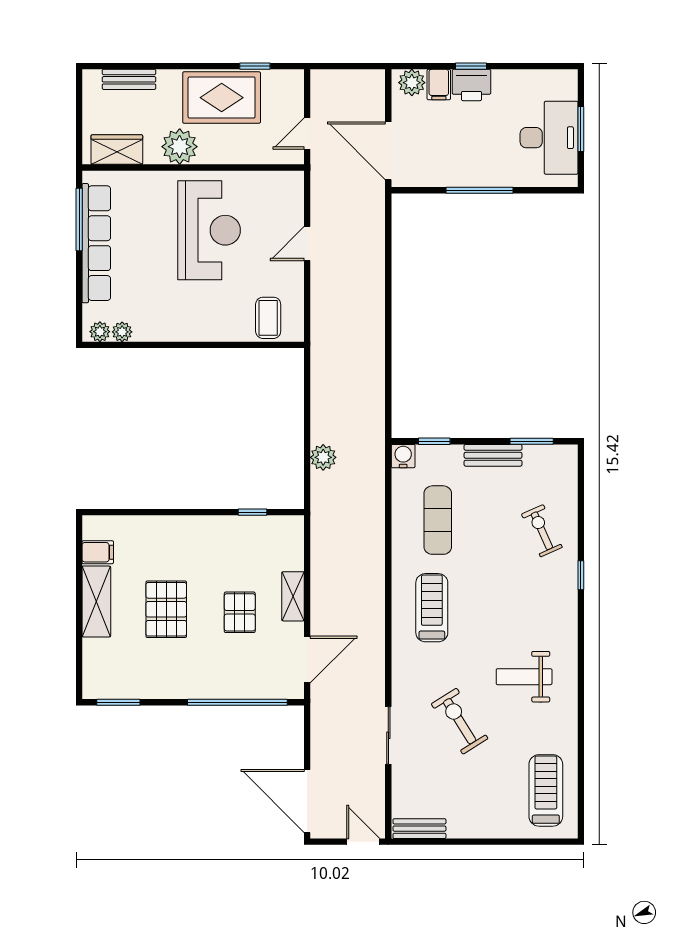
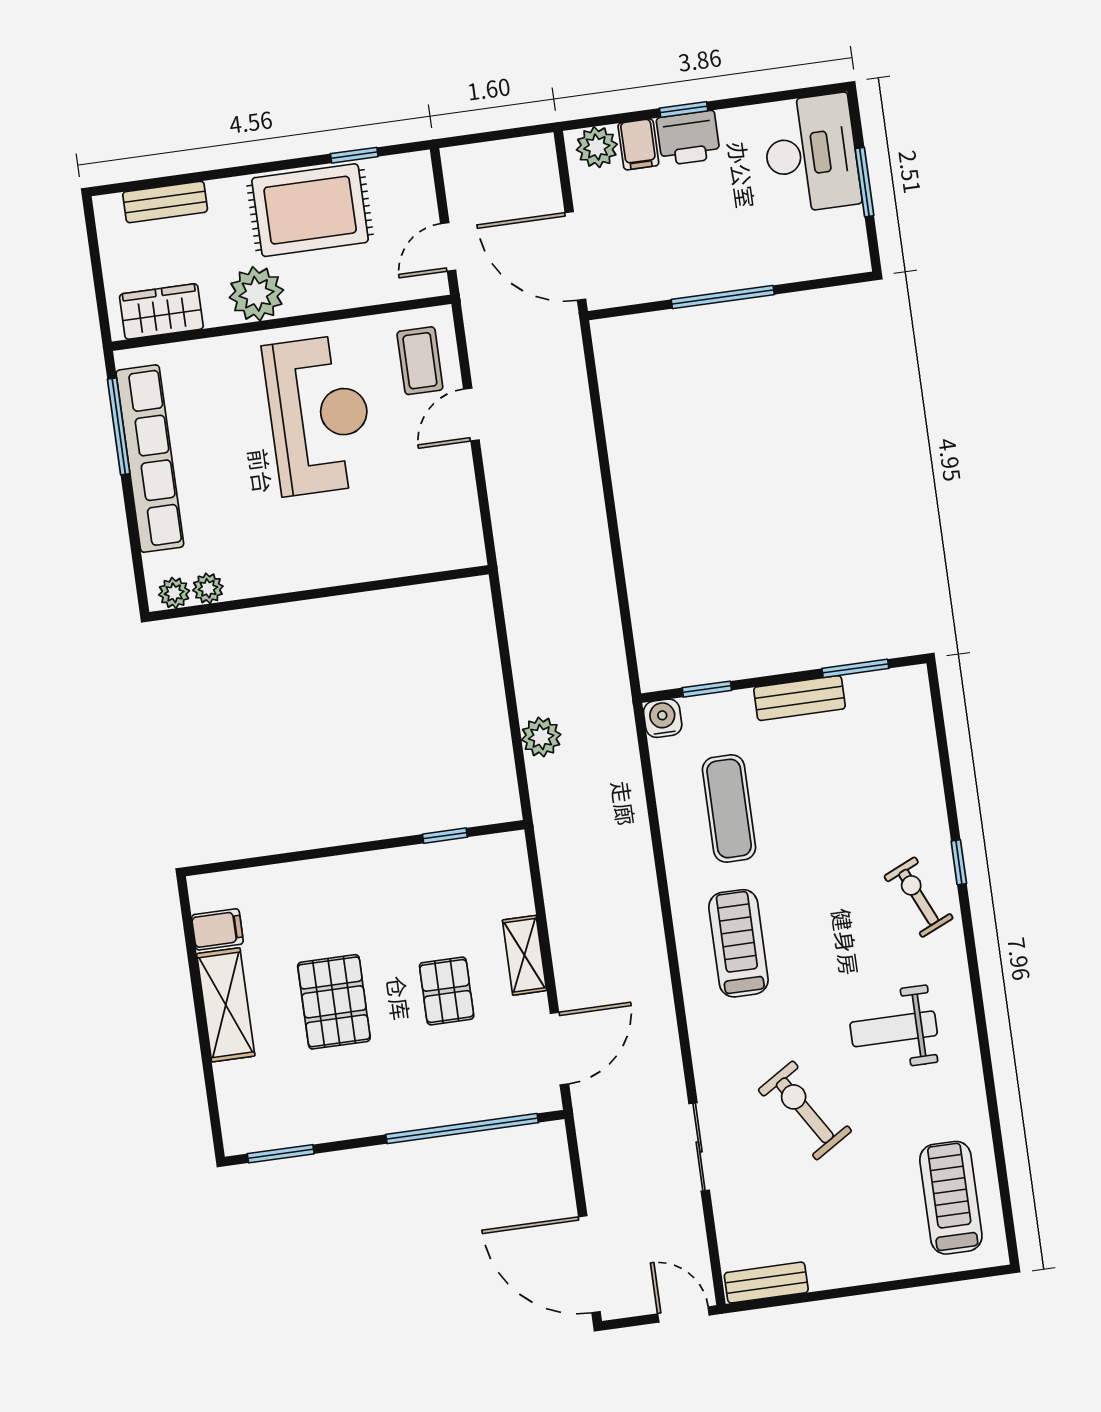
desk: (549, 138) -> (811, 153), moved
coffee table: (268, 318) -> (420, 361), moved
exercise bike: (542, 531) -> (919, 897), moved

